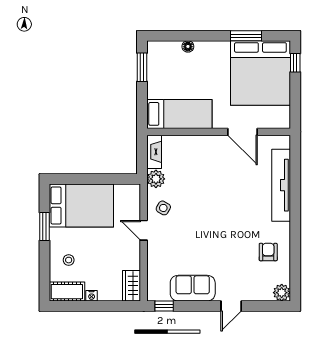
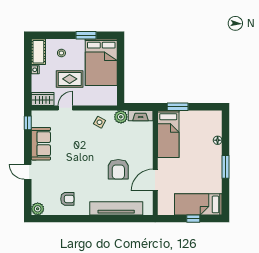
window: (246, 36) -> (225, 167), moved
window: (295, 63) -> (193, 219), moved
window: (142, 67) -> (178, 107), moved
bed: (260, 73) -> (198, 204), width x0.49
armchair: (228, 182) -> (118, 169), added
door: (144, 230) -> (65, 108), moved
rug: (104, 249) -> (70, 79), added

